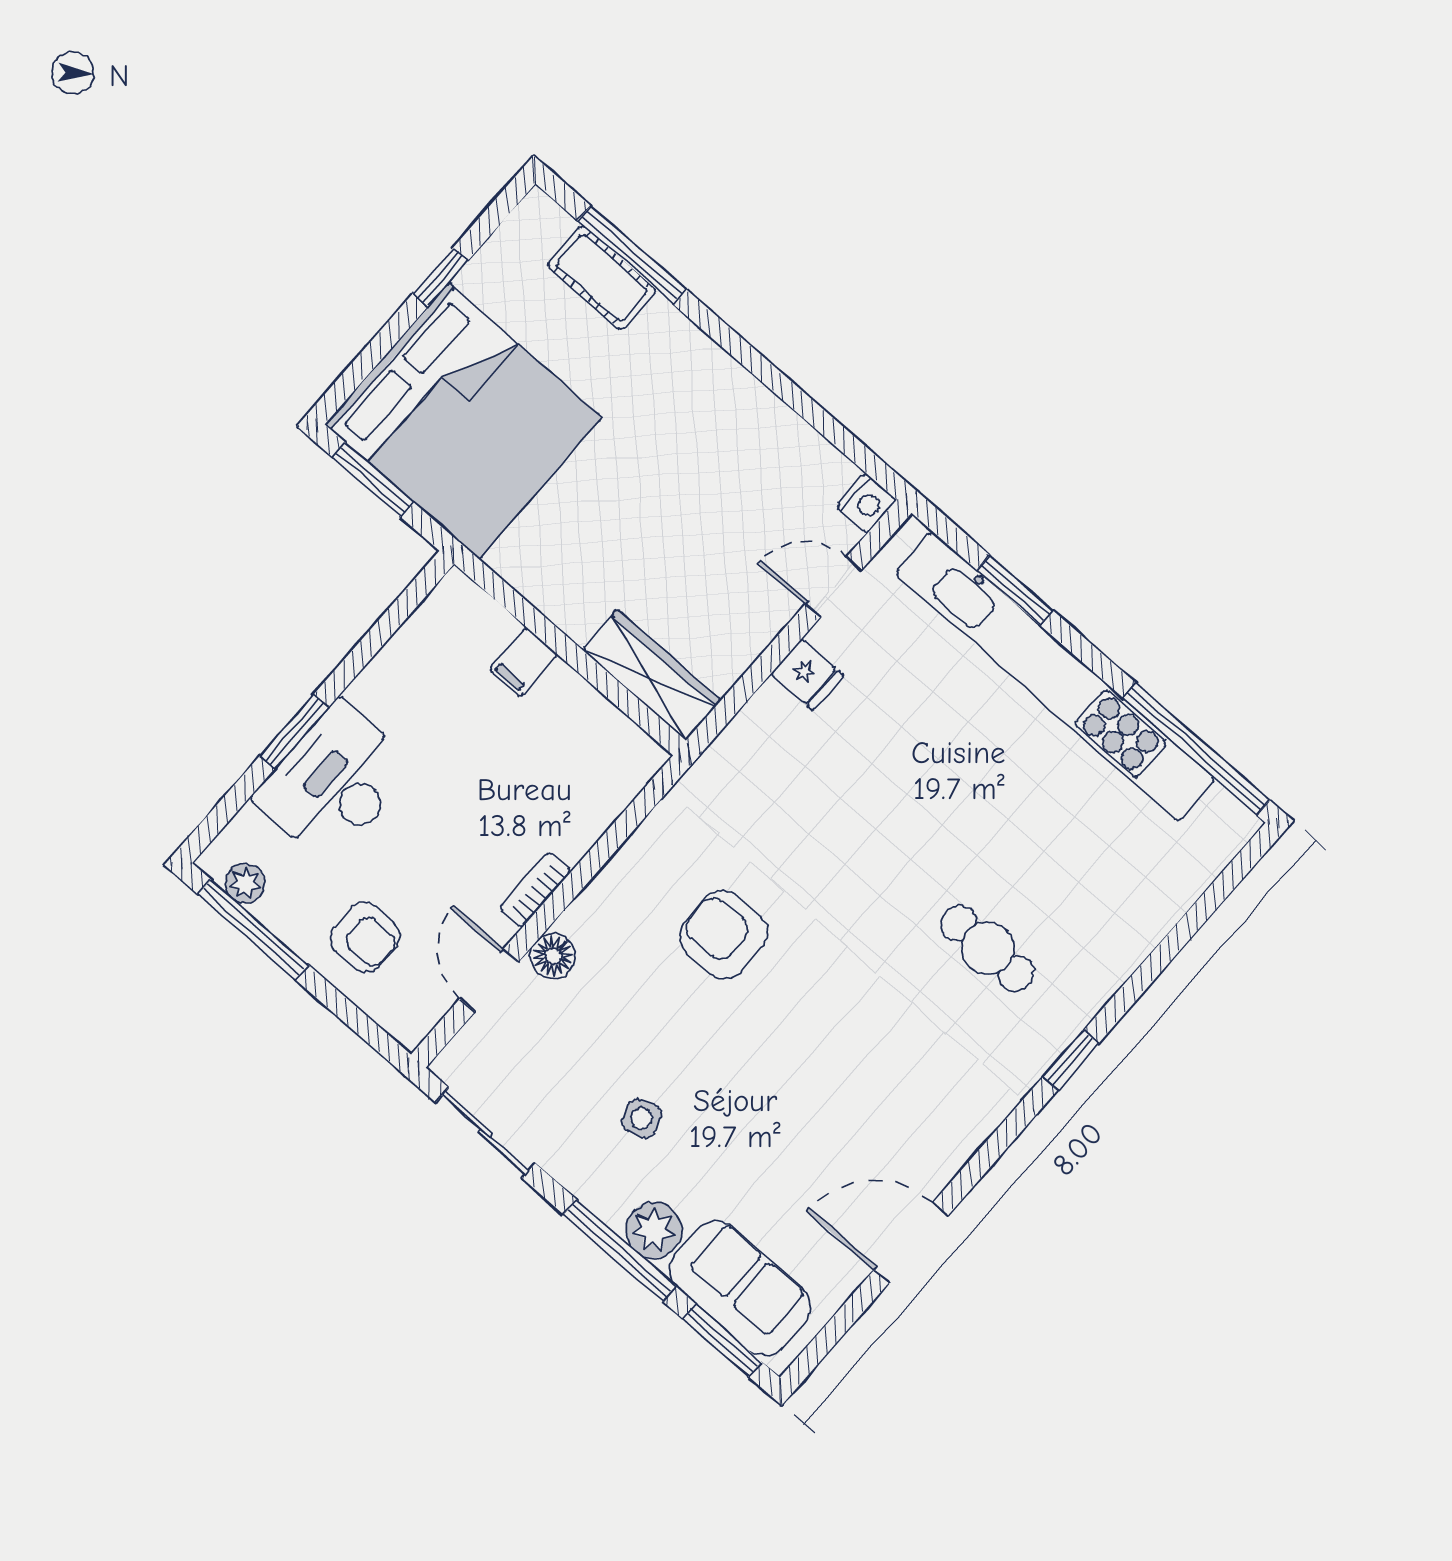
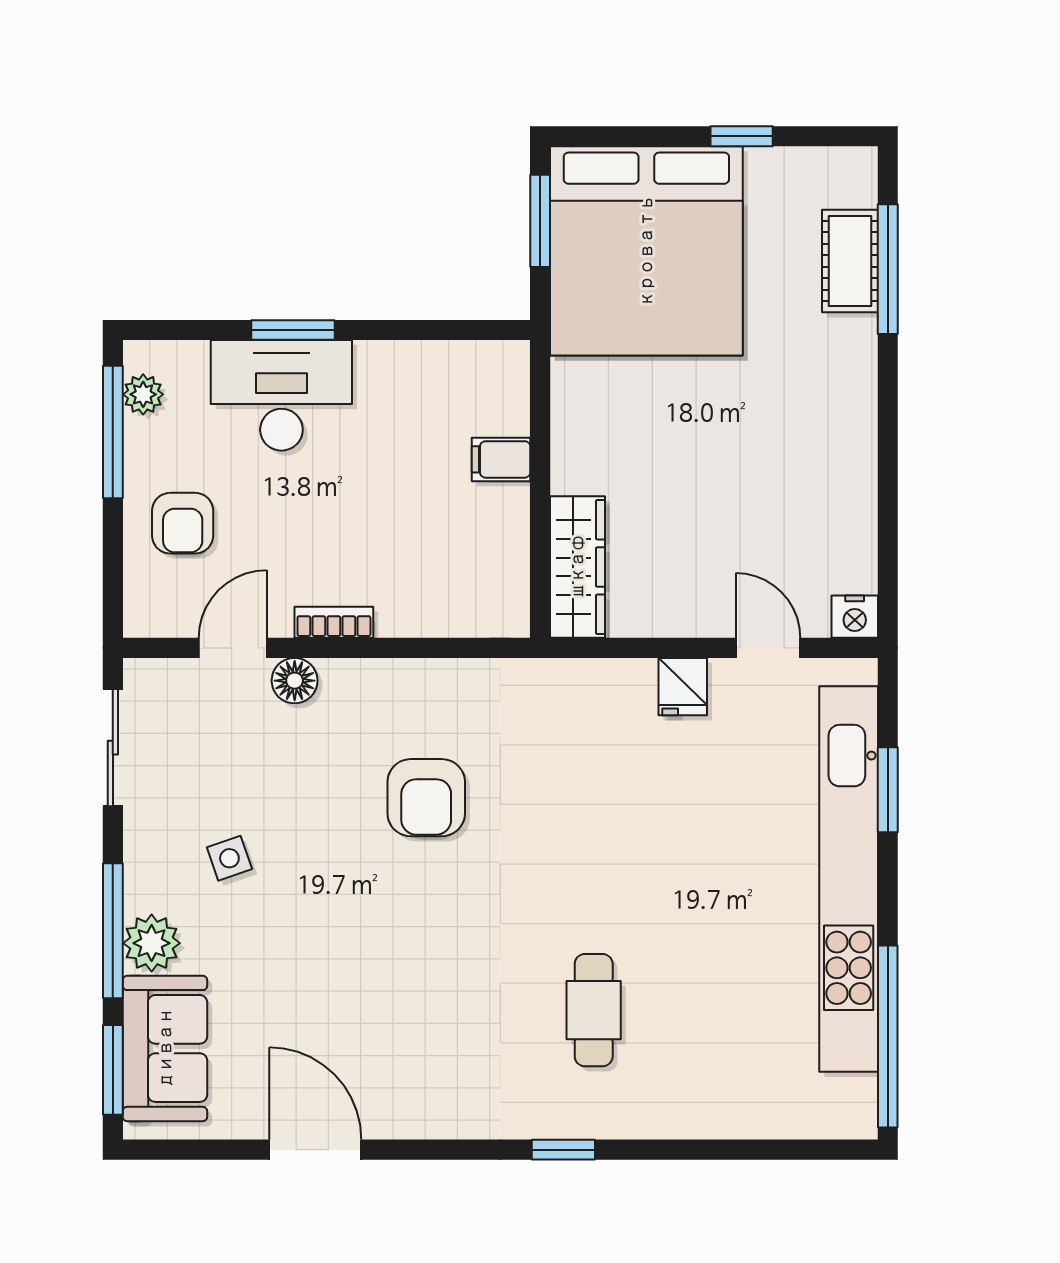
armchair: (724, 935) -> (426, 798), turned 180

